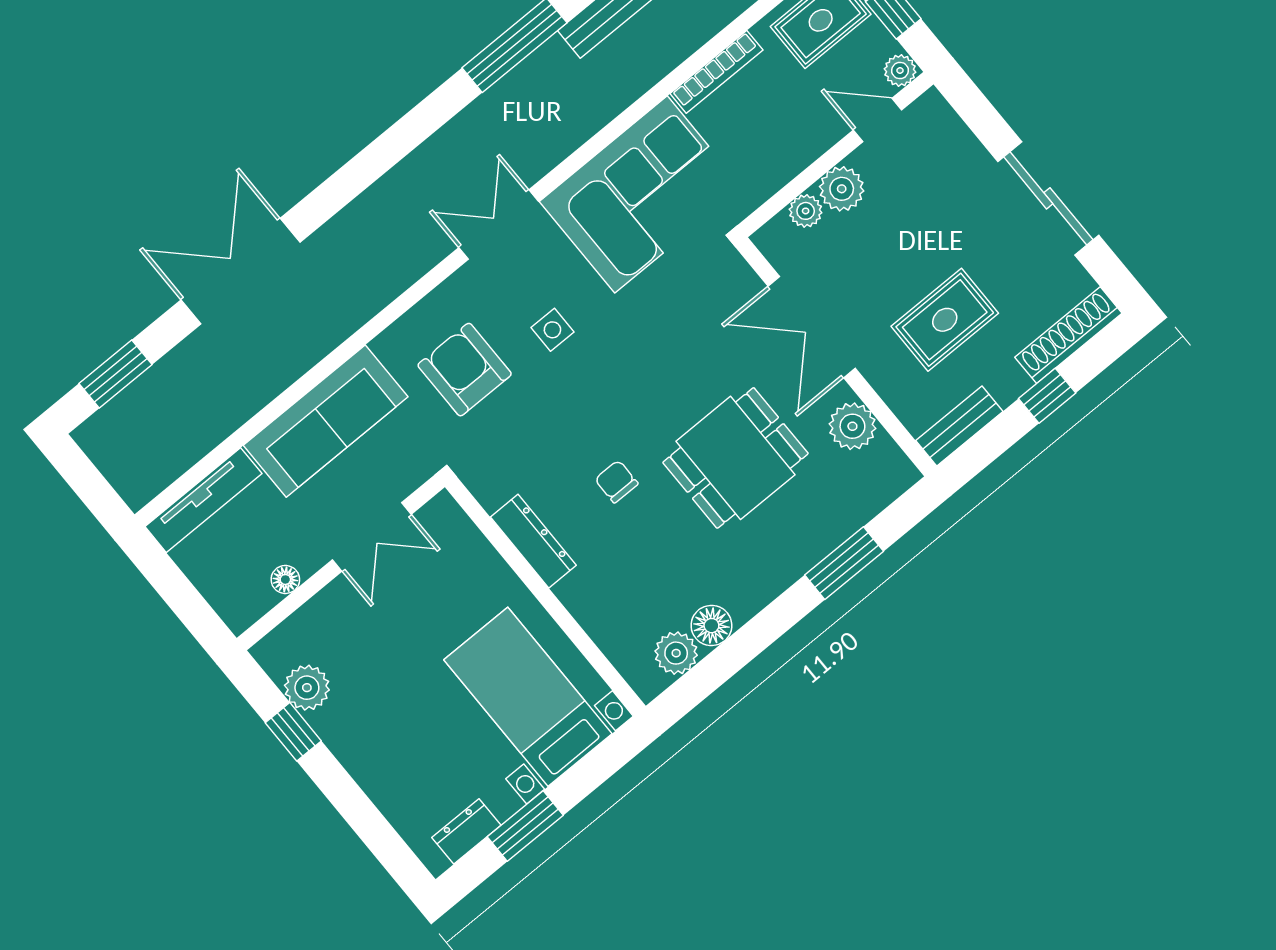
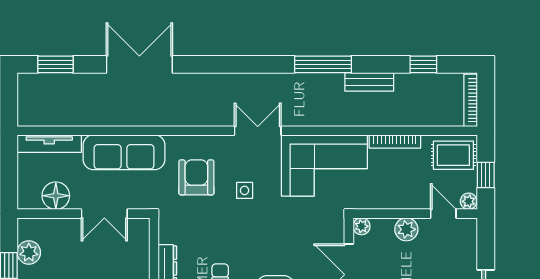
plant: (806, 211) -> (361, 226), moved
floor lamp: (285, 579) -> (56, 196), width x1.89, depth x1.89

